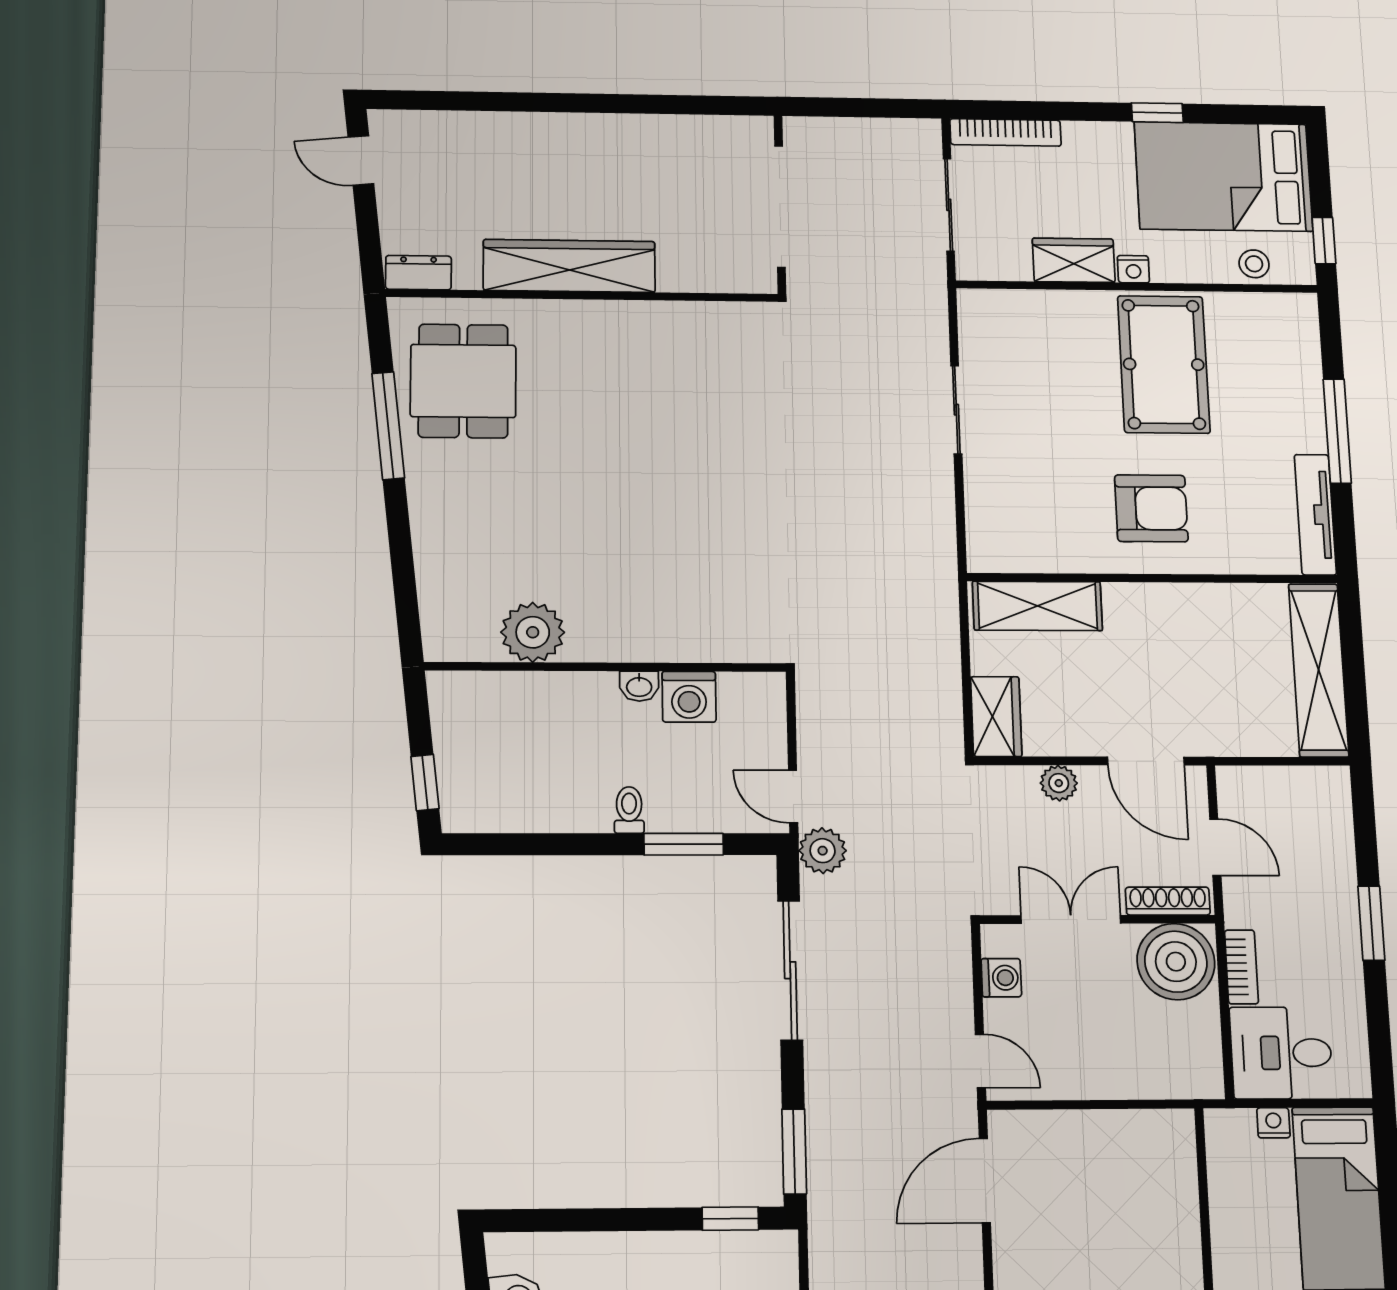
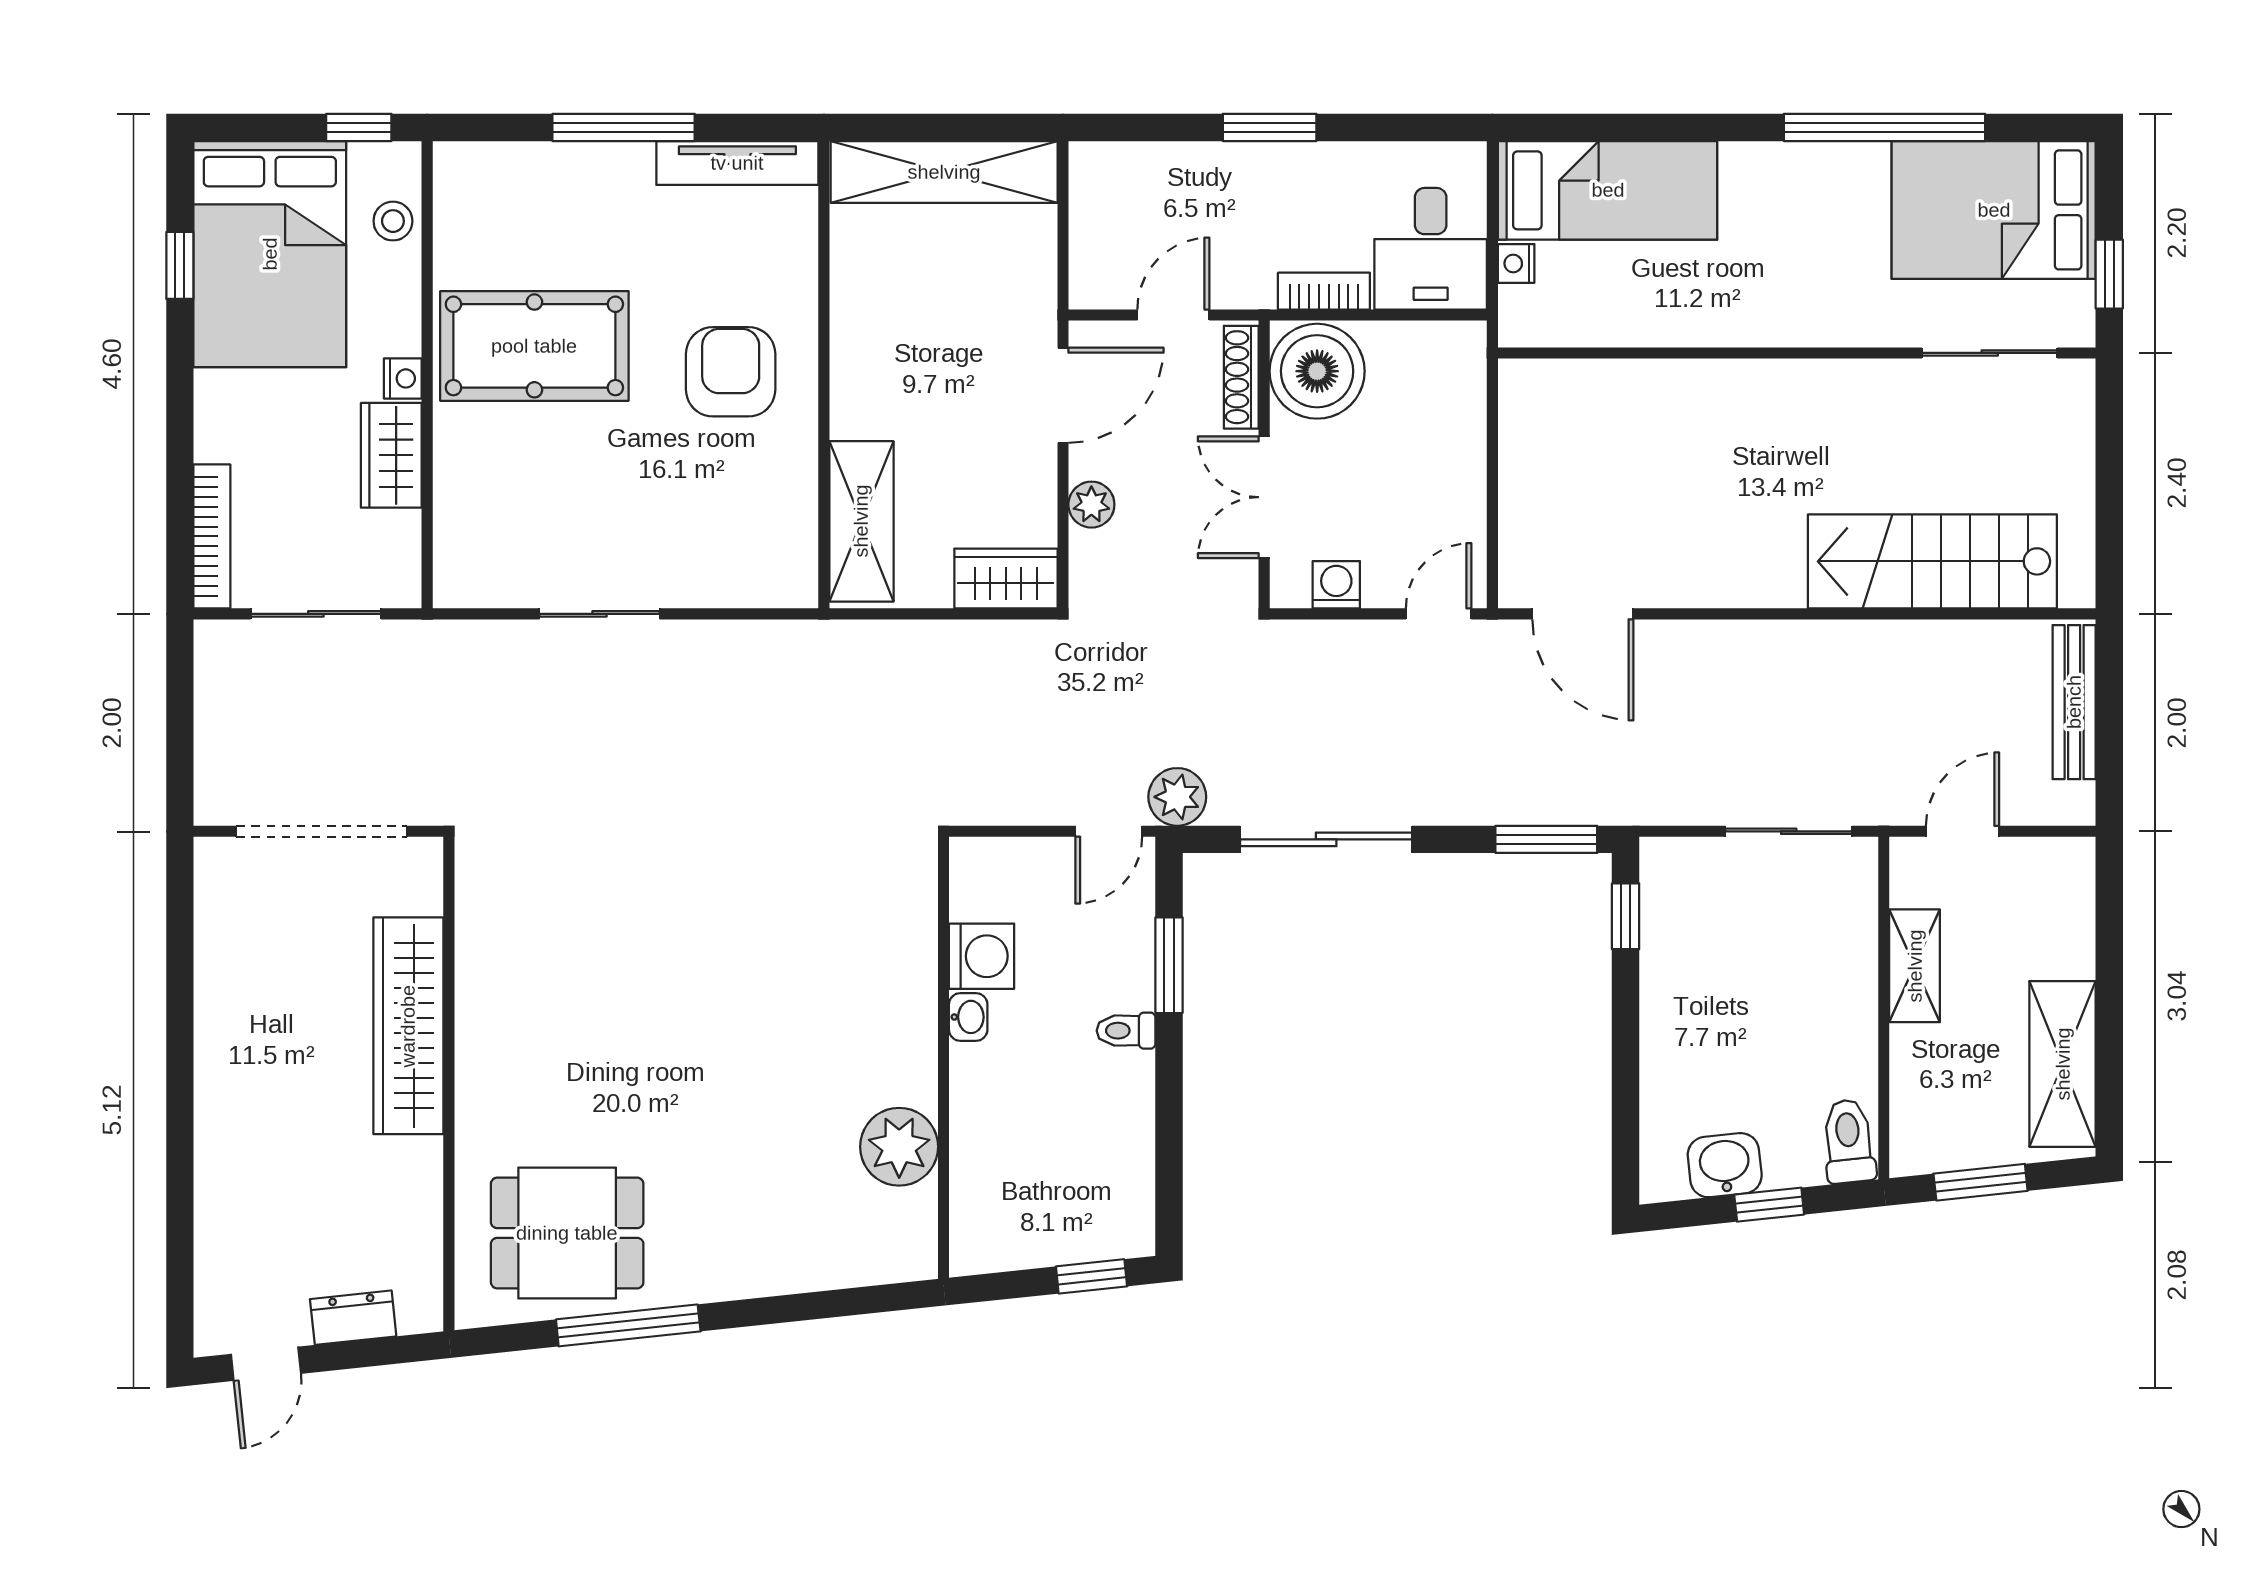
window: (1157, 113) -> (180, 265), moved
wardrobe: (569, 266) -> (408, 1026), moved
dresser: (418, 273) -> (353, 1318), moved, turned 84

